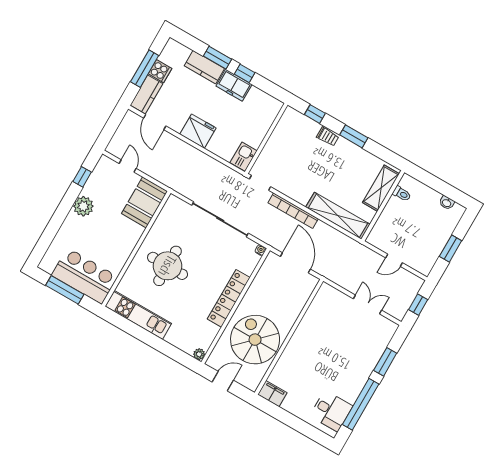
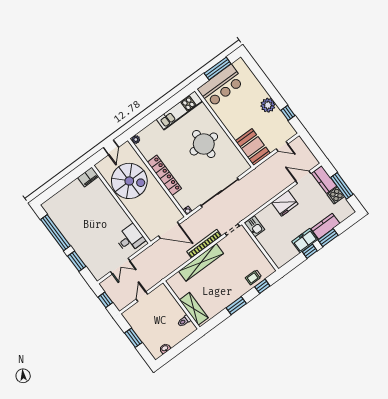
trolley: (328, 137) -> (253, 277), moved
shelving: (338, 216) -> (201, 262), moved
desk: (331, 411) -> (130, 239), moved, turned 180

